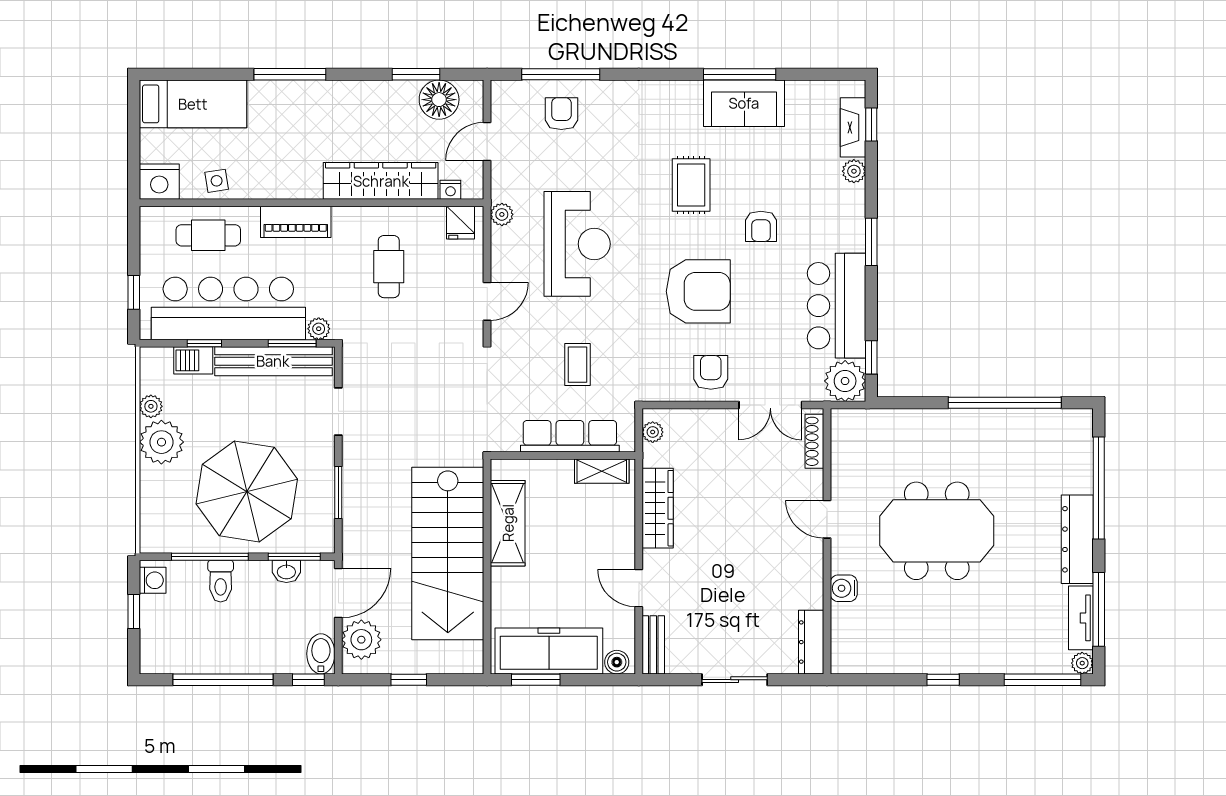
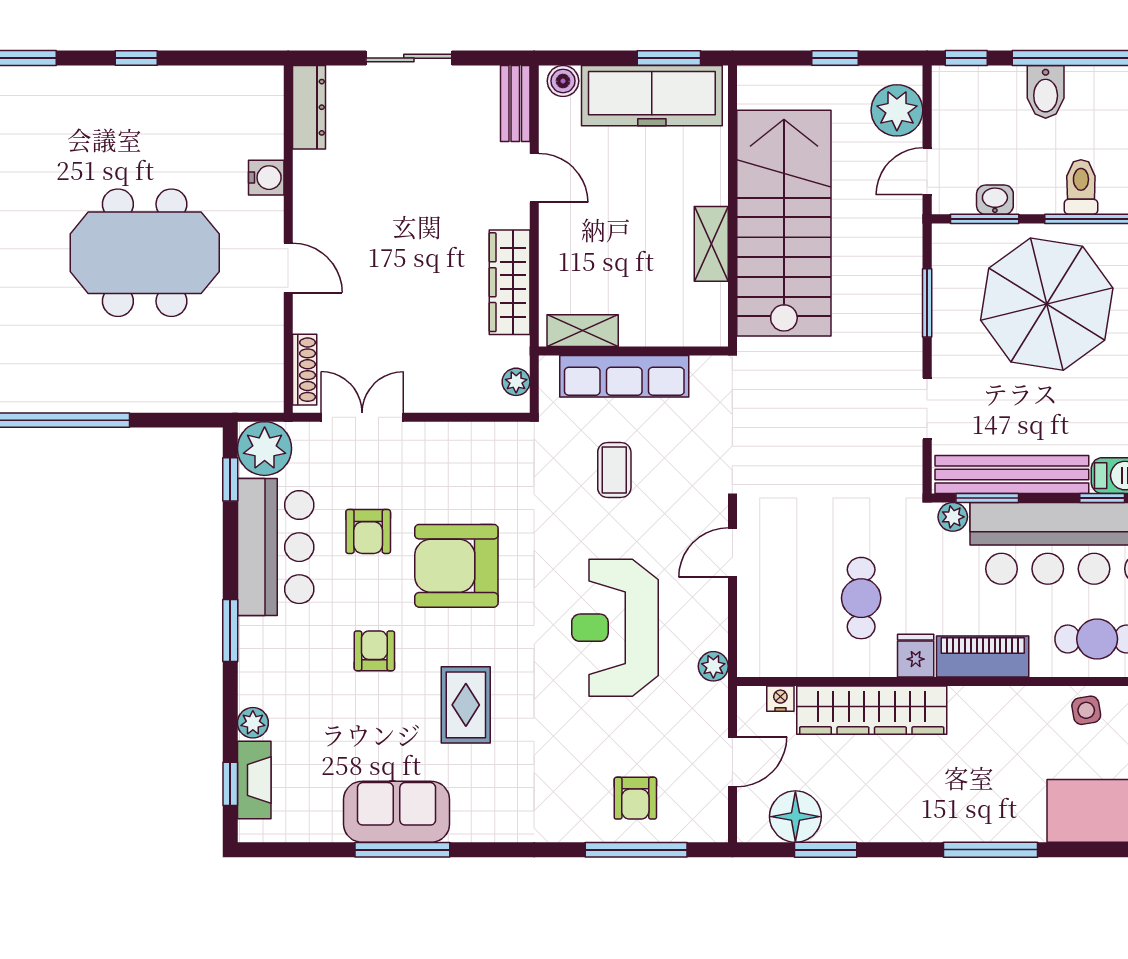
fridge: (460, 223) -> (916, 656), moved
armchair: (711, 372) -> (368, 531), moved
shelving: (508, 523) -> (711, 244), width x0.67, depth x0.75
door: (338, 593) -> (927, 171), width x0.73
bidet: (321, 654) -> (1046, 92), moved

